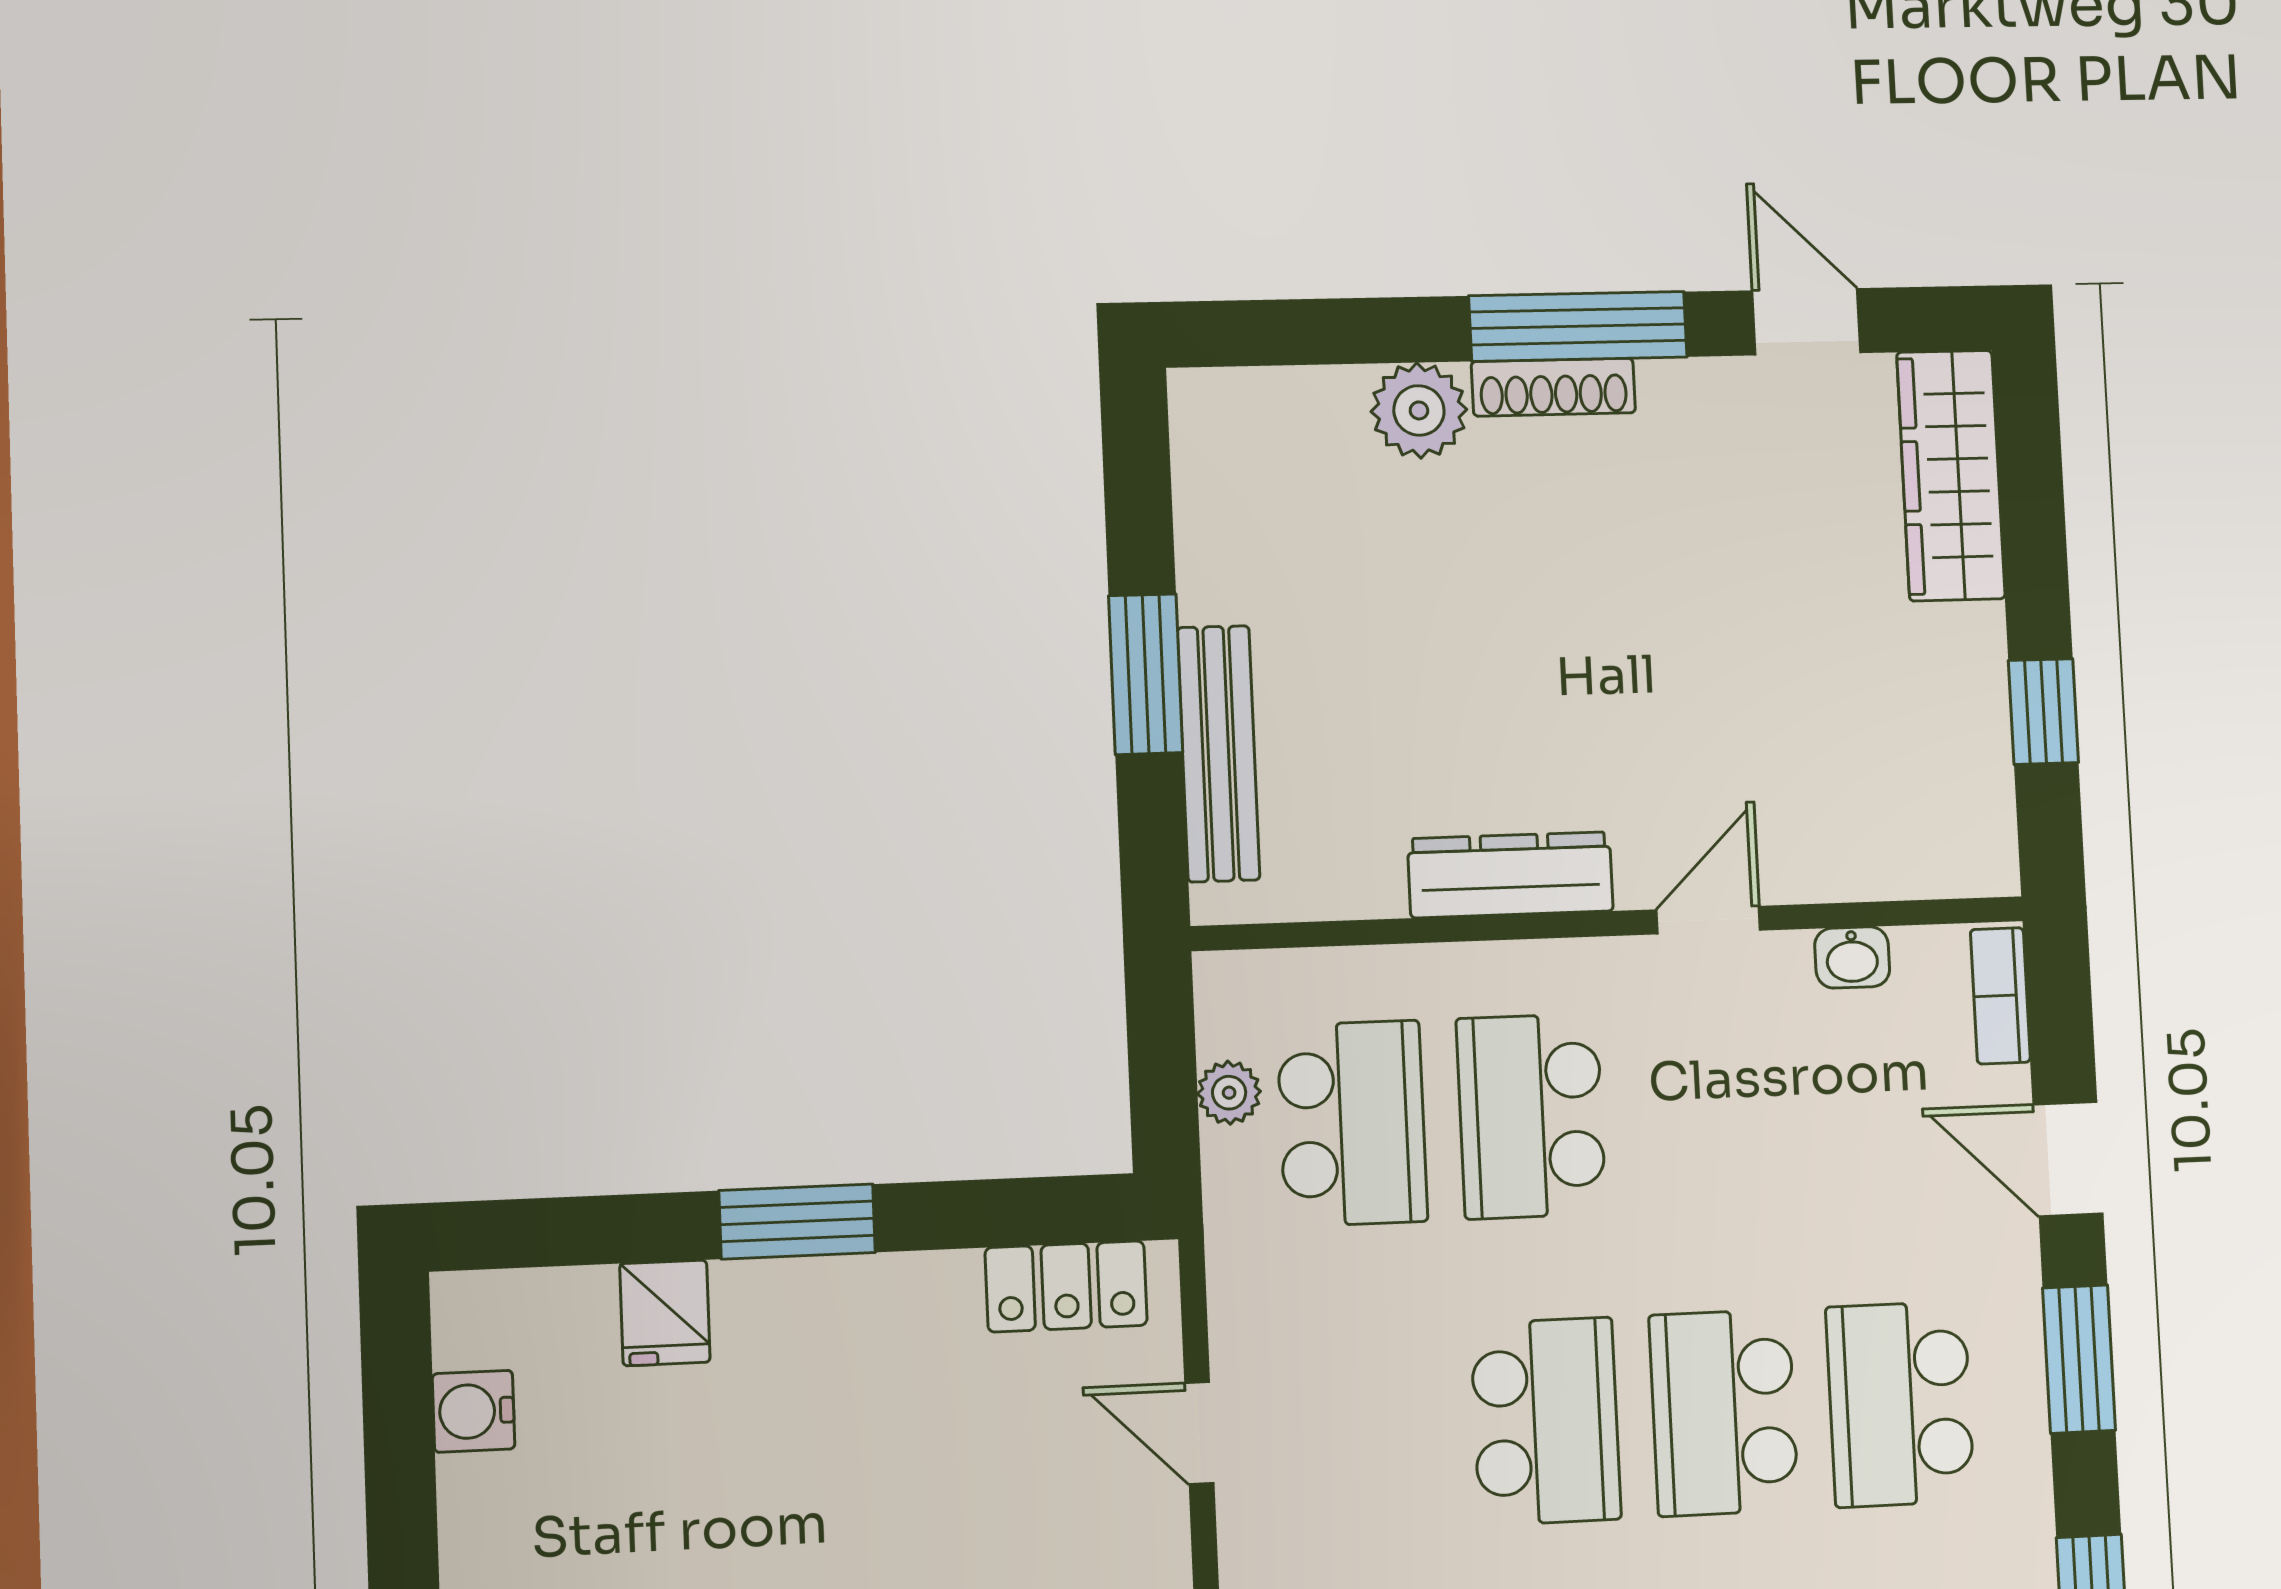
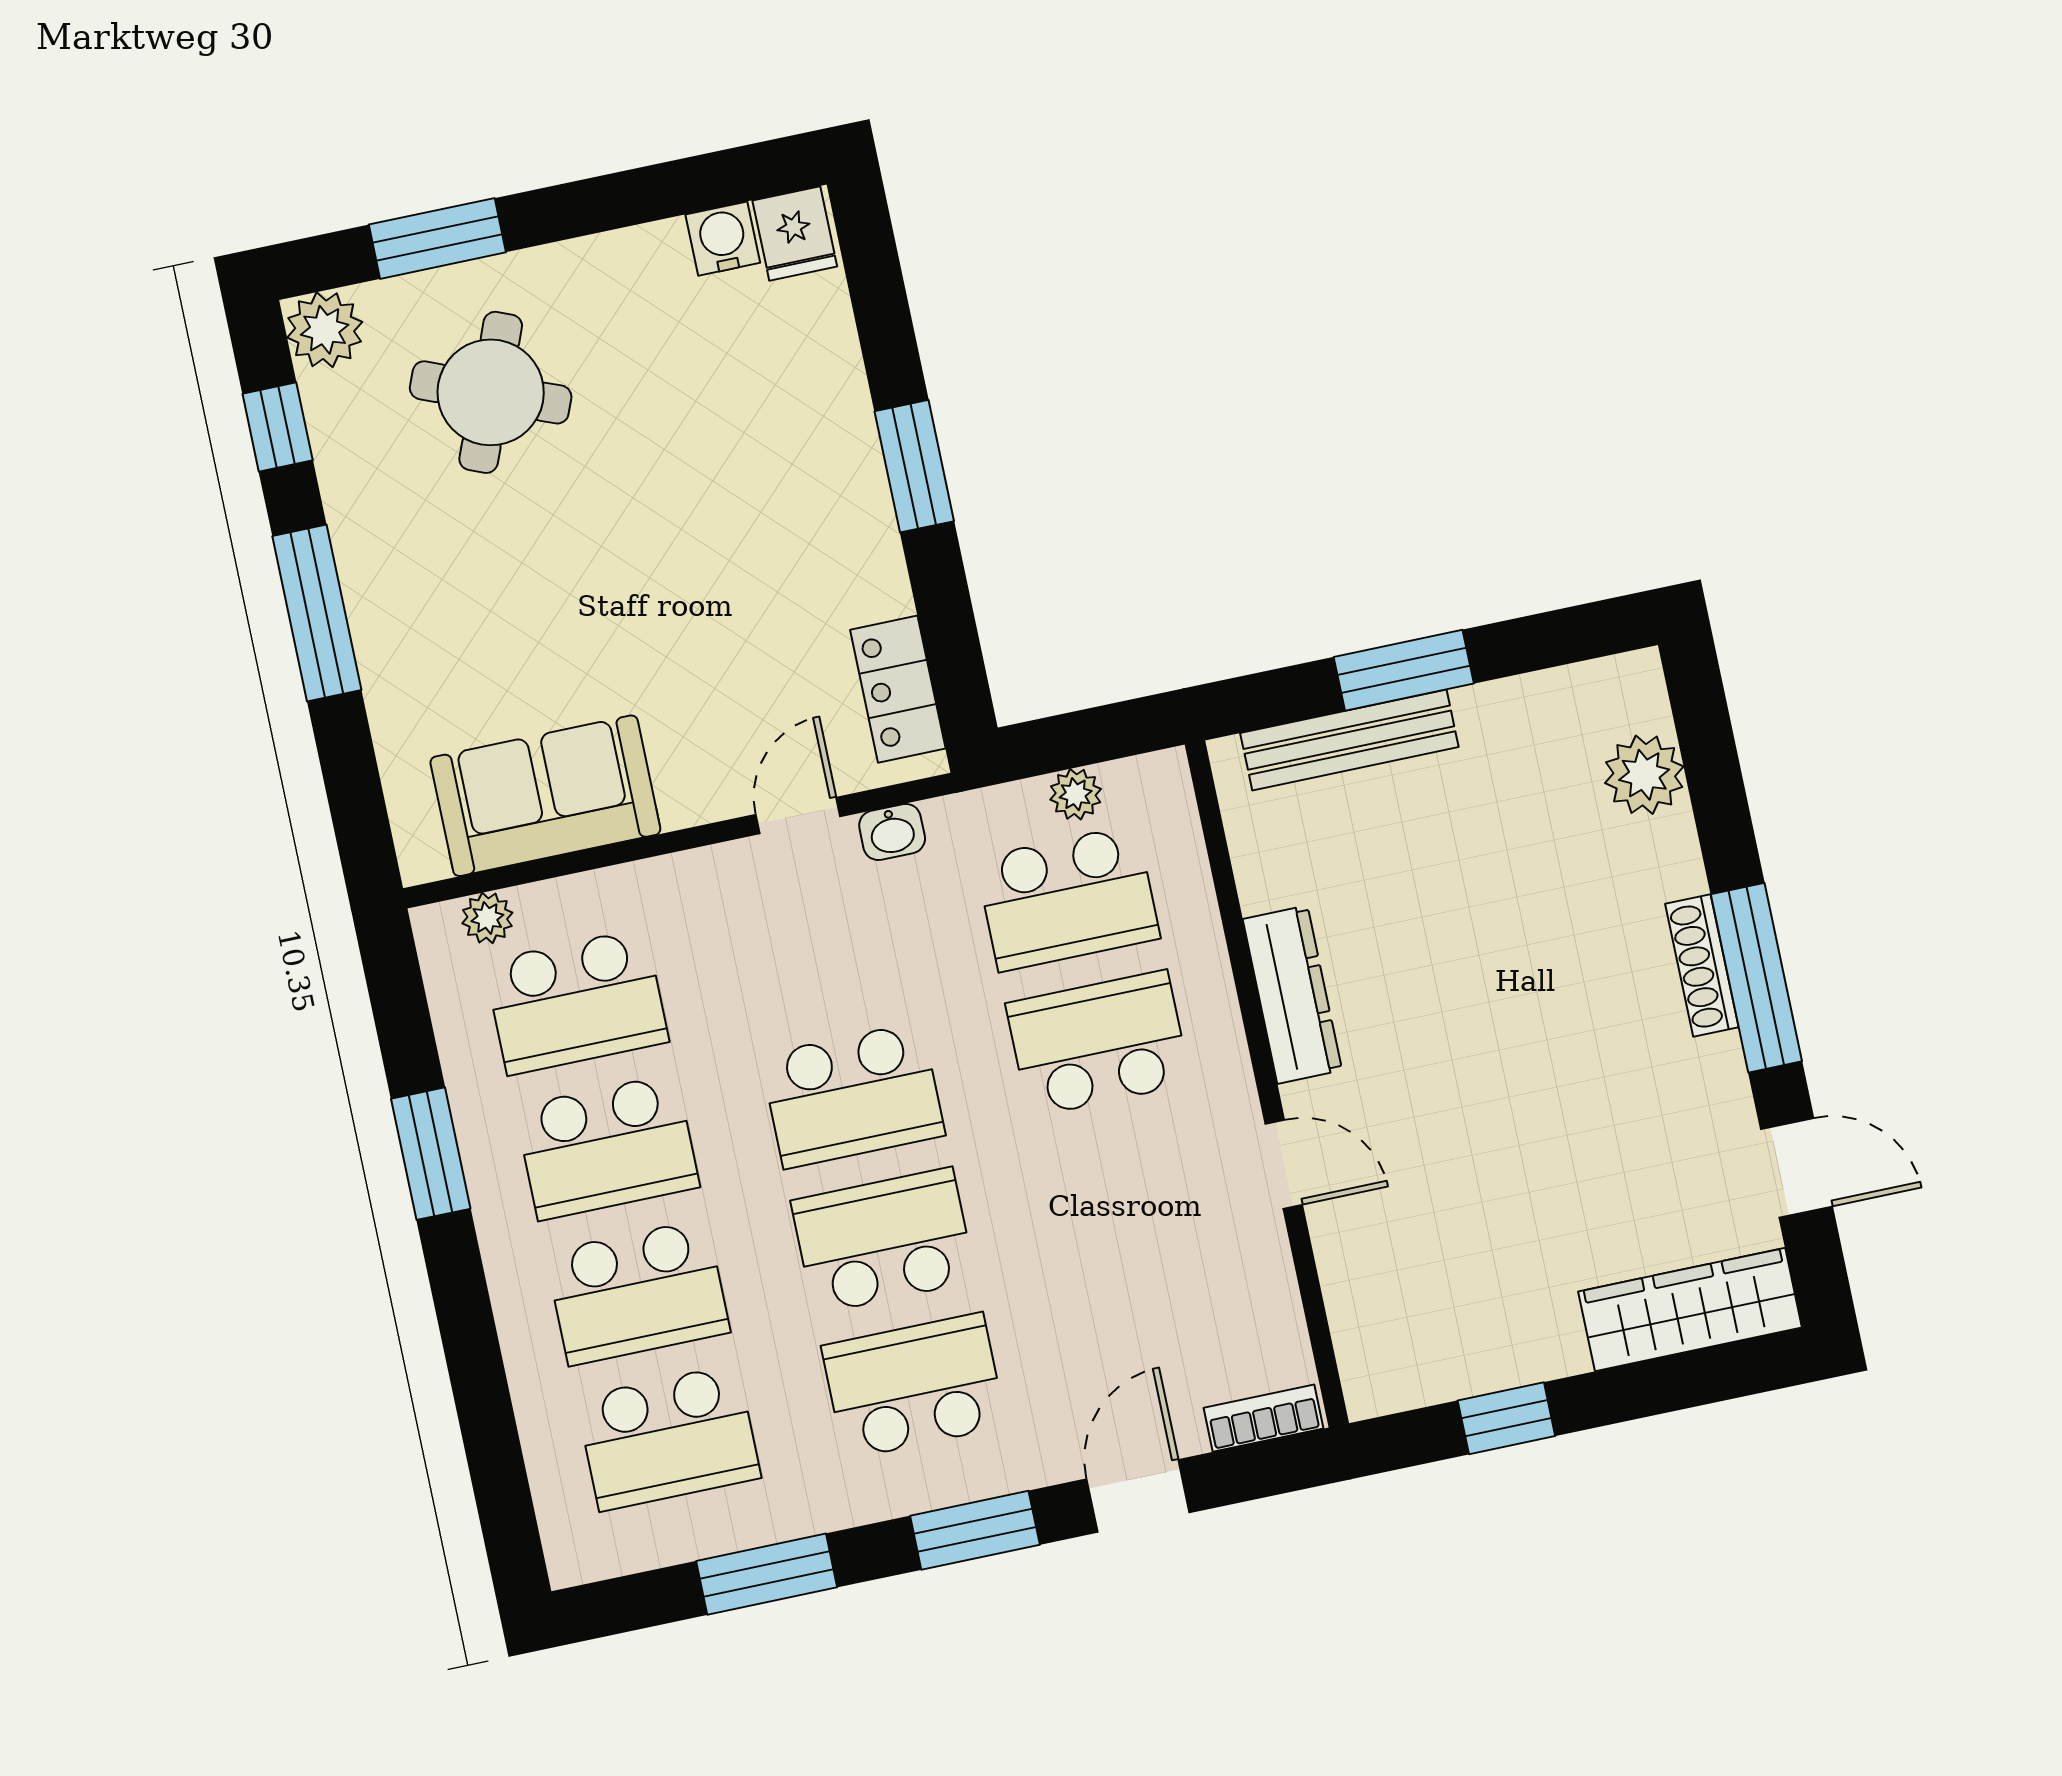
door: (1806, 322) -> (1796, 1168), hinge flipped
plant: (1419, 410) -> (1644, 775), moved
washbasin: (1852, 957) -> (892, 832), moved, turned -90
fridge: (665, 1313) -> (795, 233), moved, turned -90

